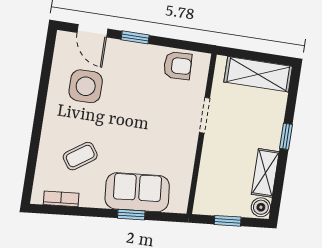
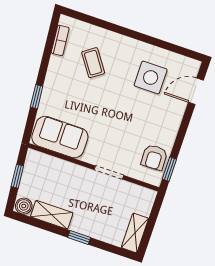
window: (135, 37) -> (169, 169), moved
shelving: (258, 74) -> (135, 233), width x0.67, depth x0.75
sofa: (137, 192) -> (60, 137), moved, turned -85

